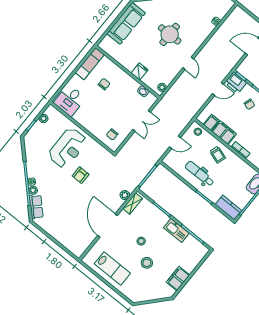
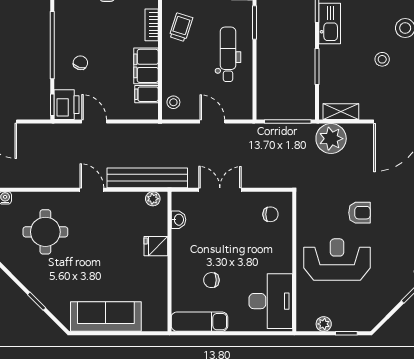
round table: (170, 34) -> (45, 232), moved
door: (188, 63) -> (92, 190), hinge flipped
bench: (173, 92) -> (147, 178), added
desk: (70, 100) -> (271, 301), width x1.37
trolley: (218, 155) -> (181, 27), moved
dental chair: (200, 174) -> (228, 54), turned 180
plant: (125, 195) -> (331, 139), width x1.87, depth x1.87

